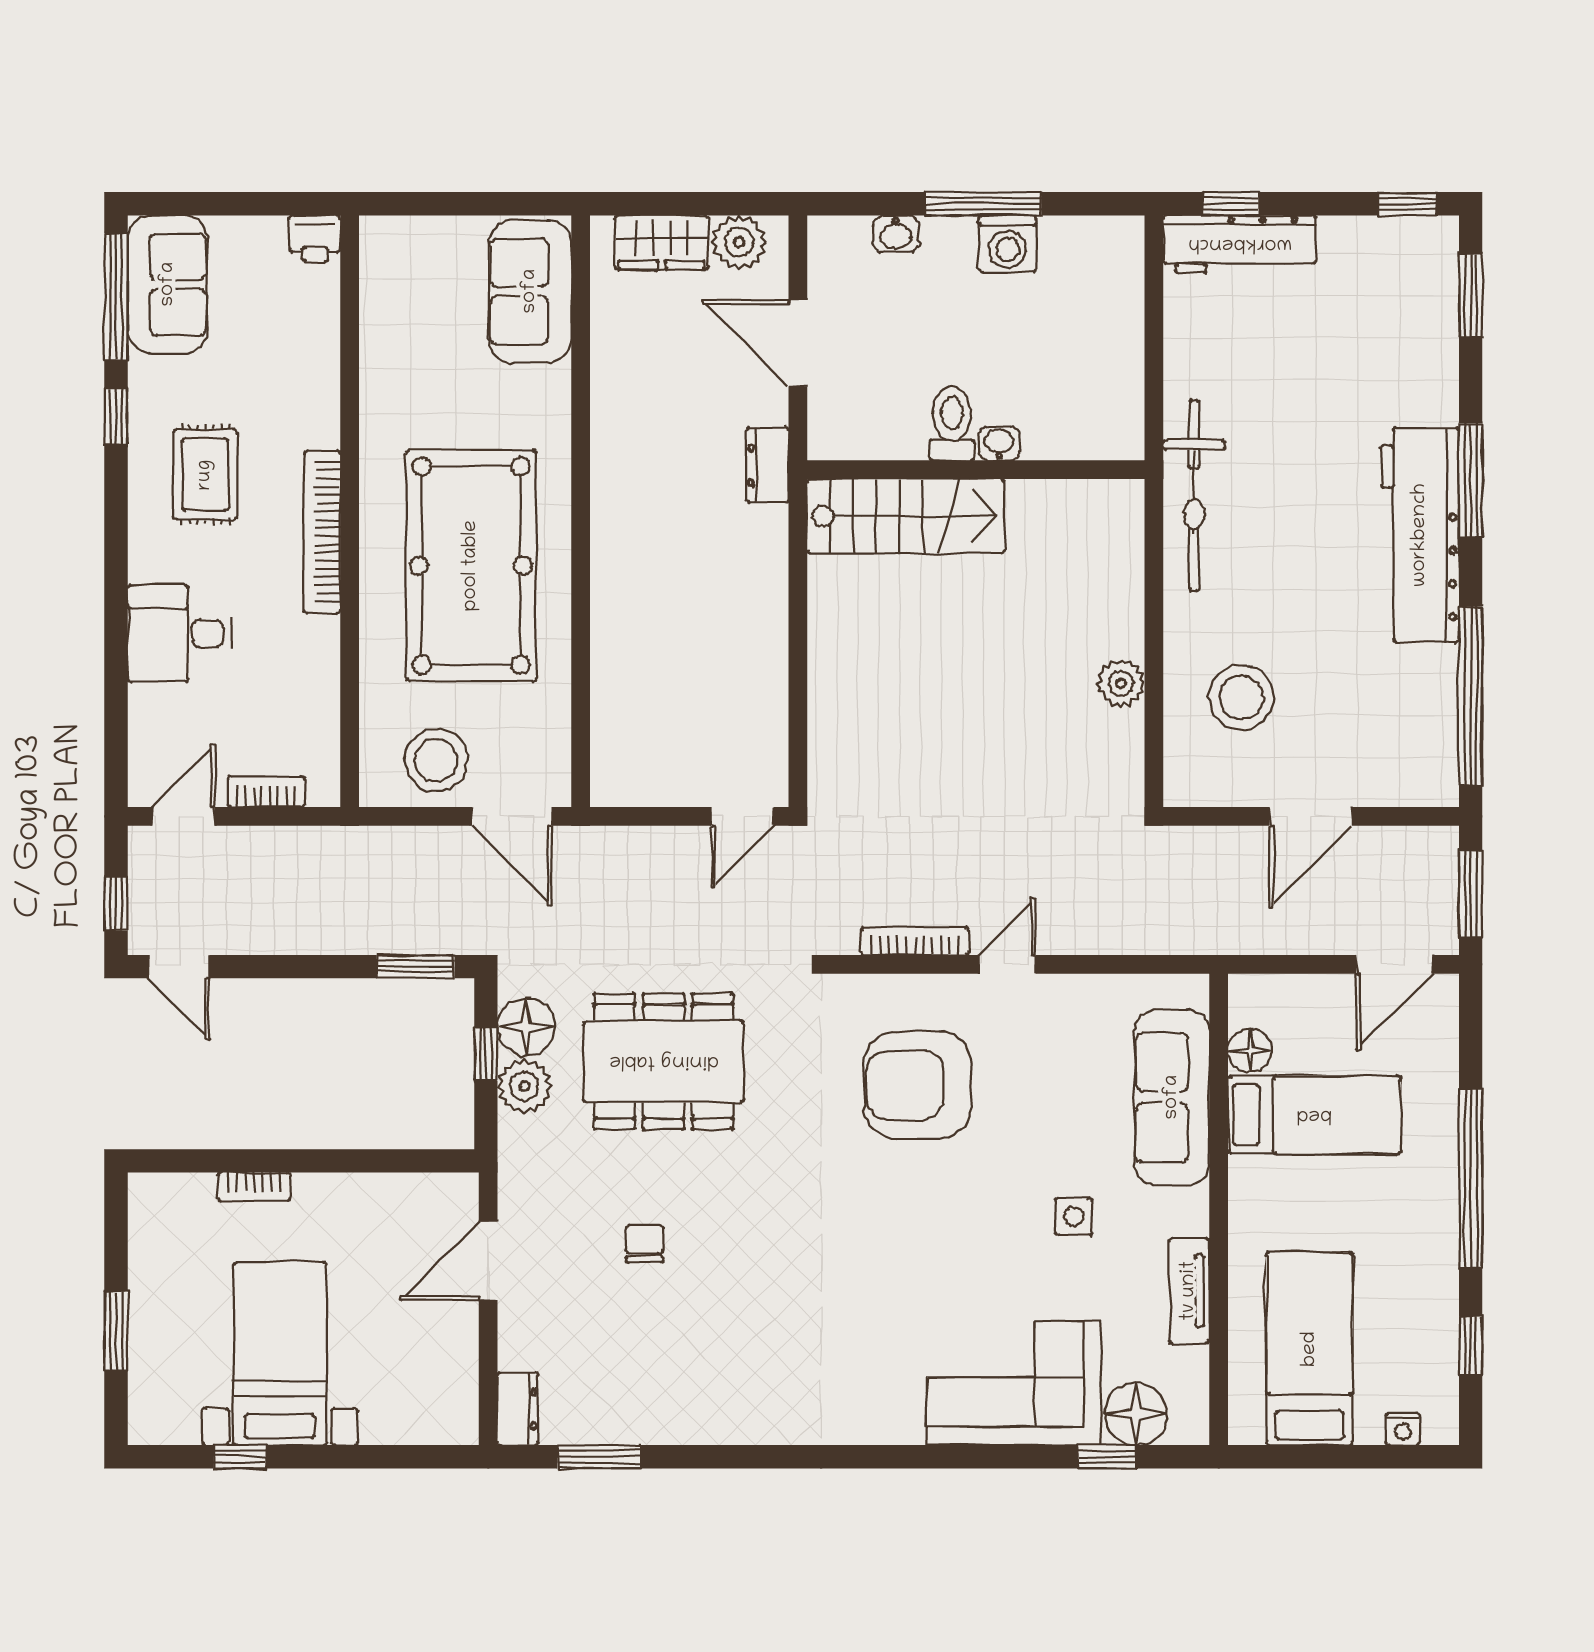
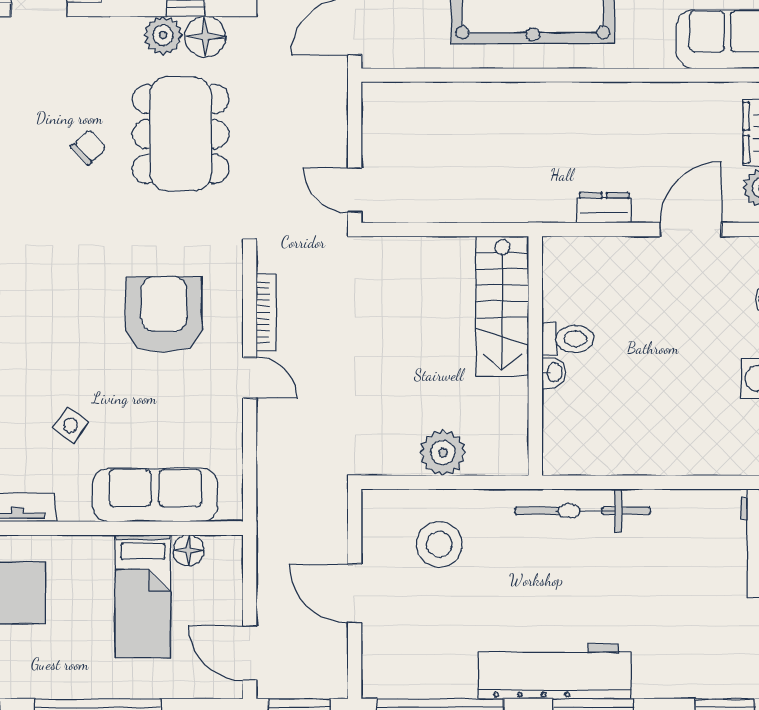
toilet: (952, 423) -> (568, 339), moved
washbasin: (999, 443) -> (554, 372), moved
wall: (976, 470) -> (535, 356), moved
stairs: (906, 516) -> (502, 306), moved
plant: (1121, 683) -> (443, 453), width x1.36, depth x1.36
side table: (1074, 1216) -> (71, 425), turned 35
chair: (644, 1244) -> (88, 147), moved, turned -44

